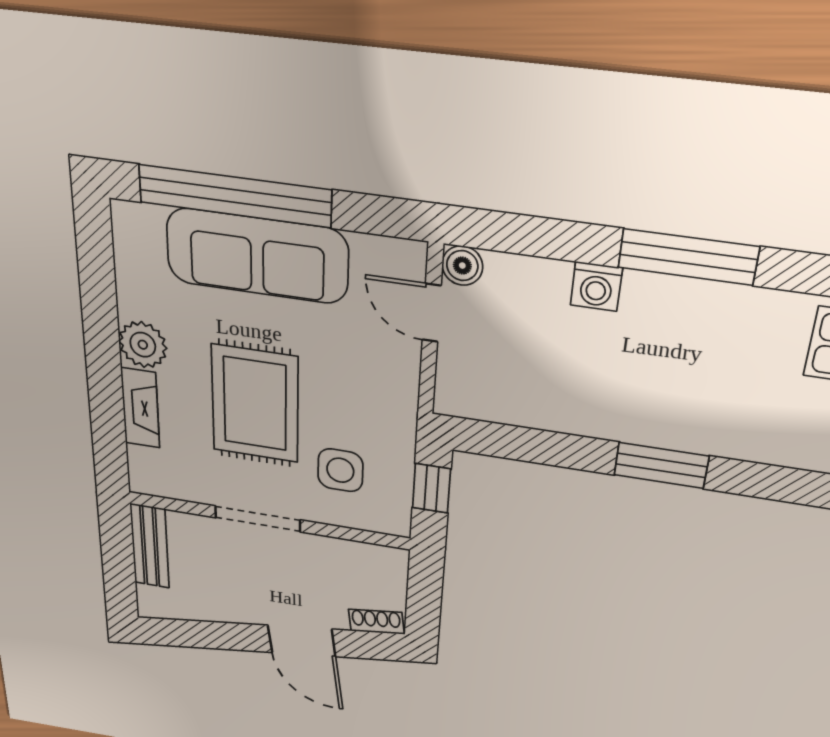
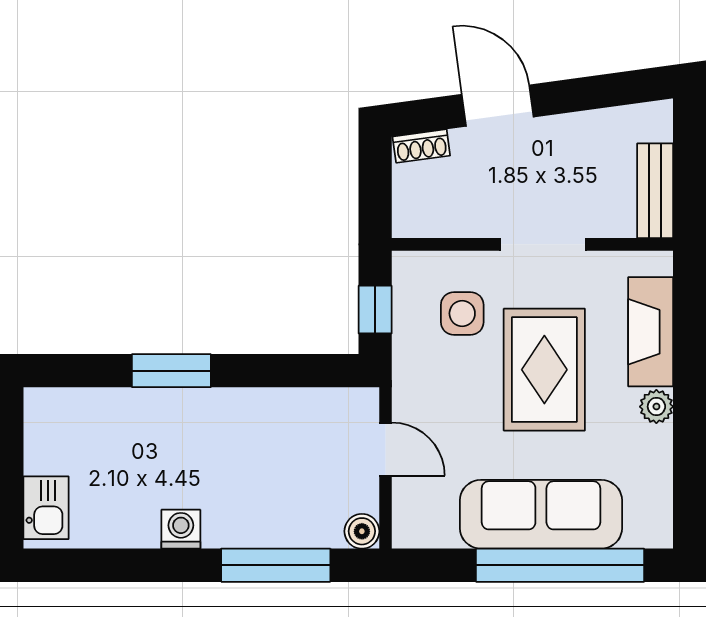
window: (688, 257) -> (276, 565), moved
washing machine: (596, 286) -> (181, 529), moved
door: (432, 313) -> (385, 449), moved
plant: (143, 345) -> (656, 407), width x0.73, depth x0.73
fireplace: (140, 408) -> (651, 332), width x1.37, depth x1.32

